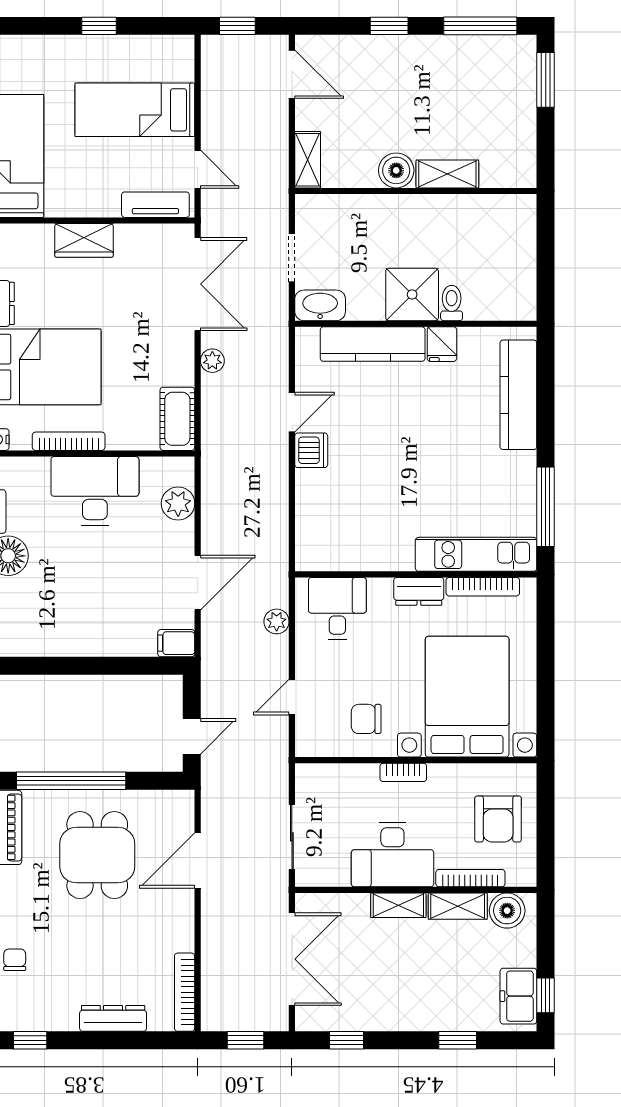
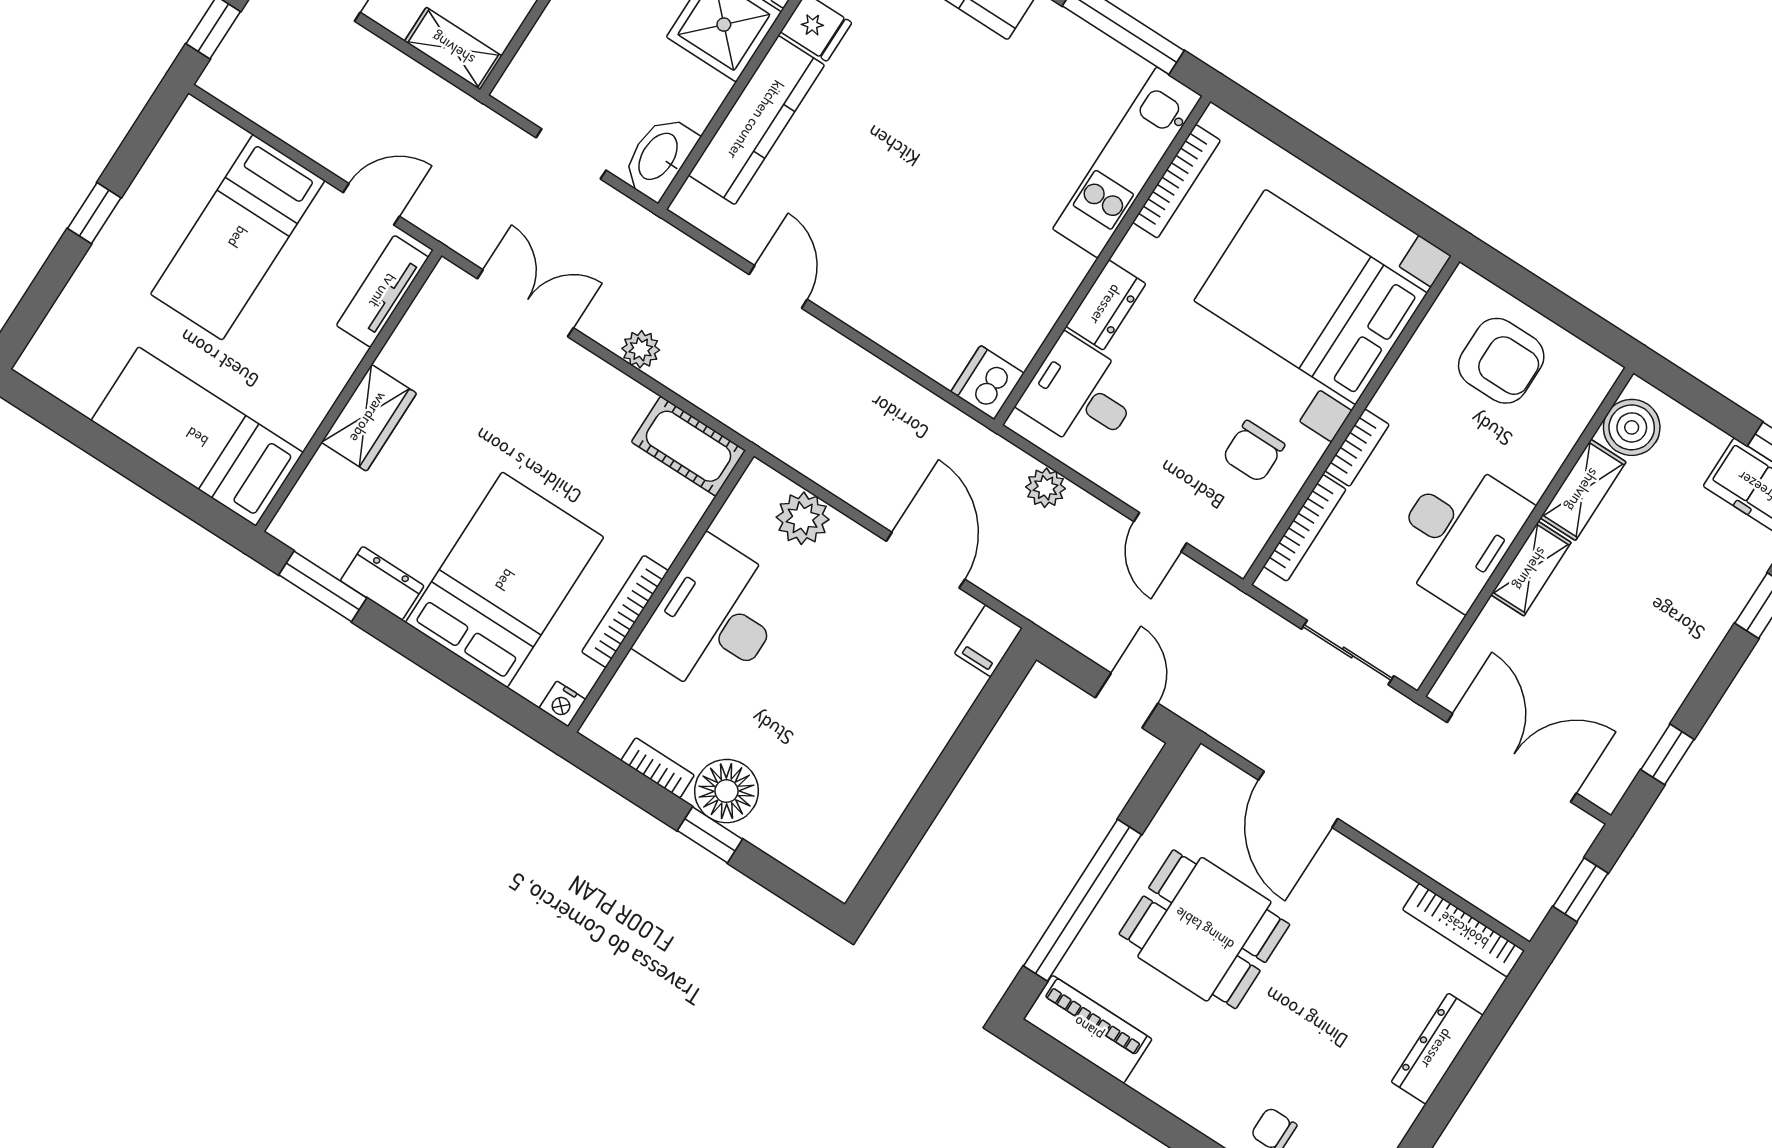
double door: (198, 284) -> (525, 303), width x0.73
dishwasher: (311, 450) -> (987, 383), moved, turned -90
dresser: (419, 591) -> (1106, 305), moved
bookcase: (470, 878) -> (1305, 528), moved, turned 180

